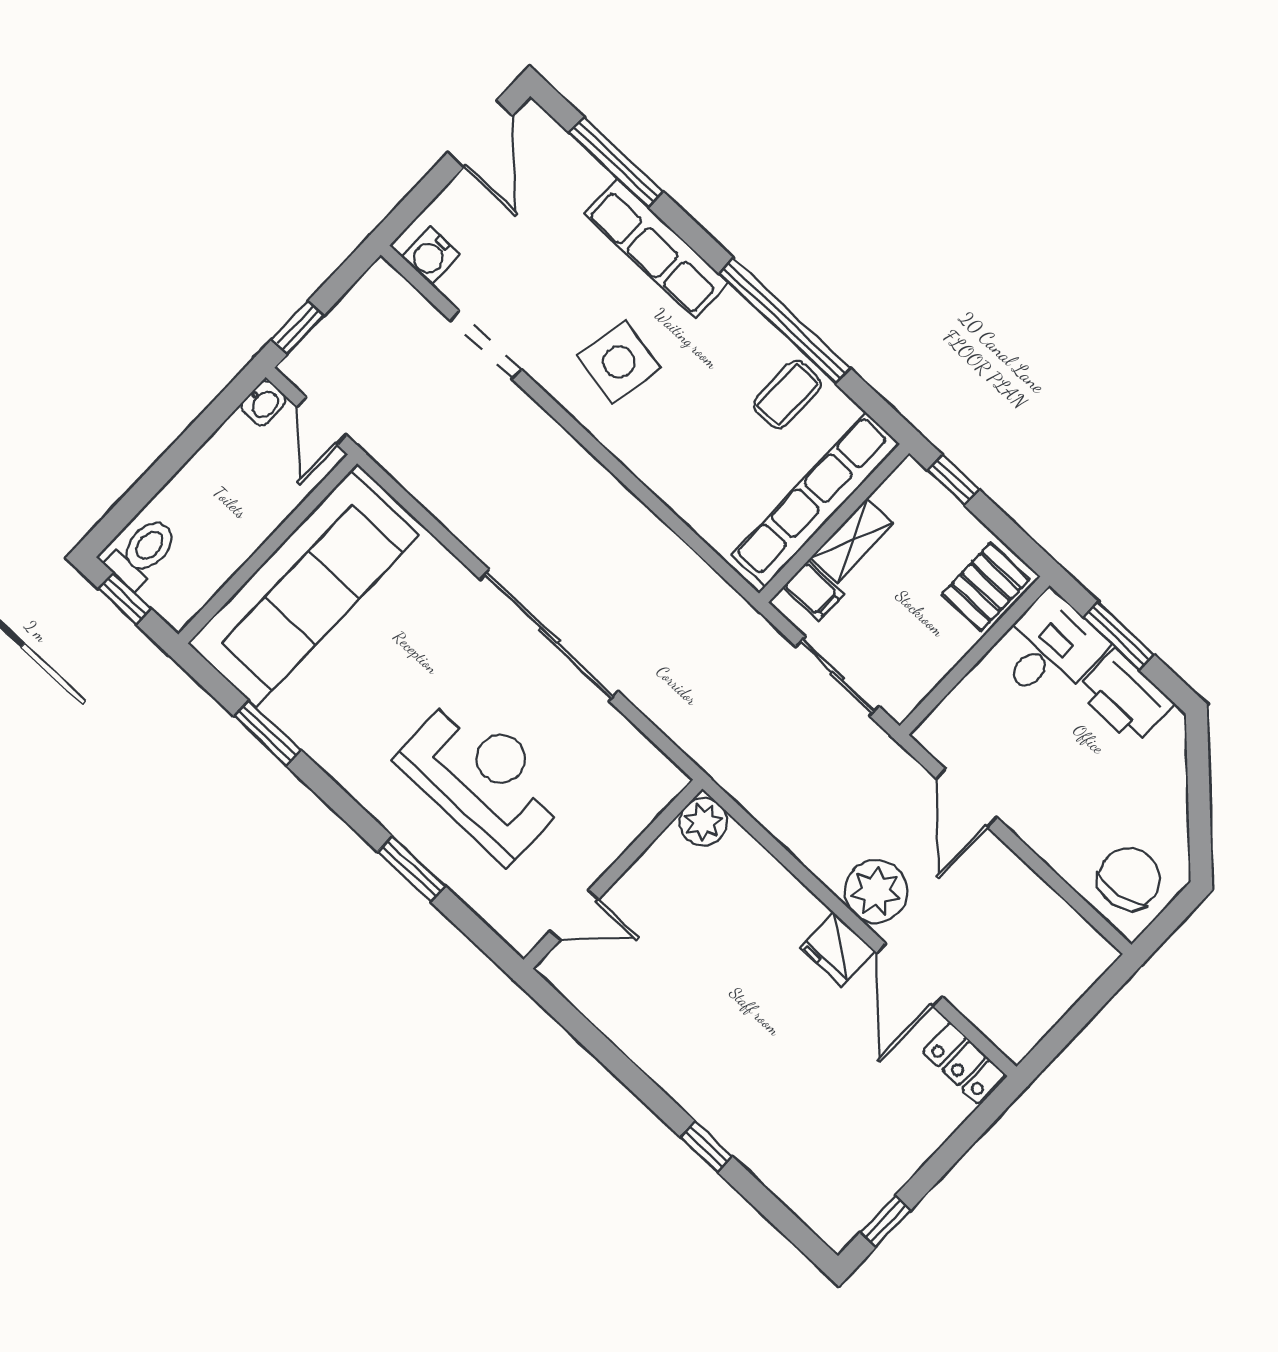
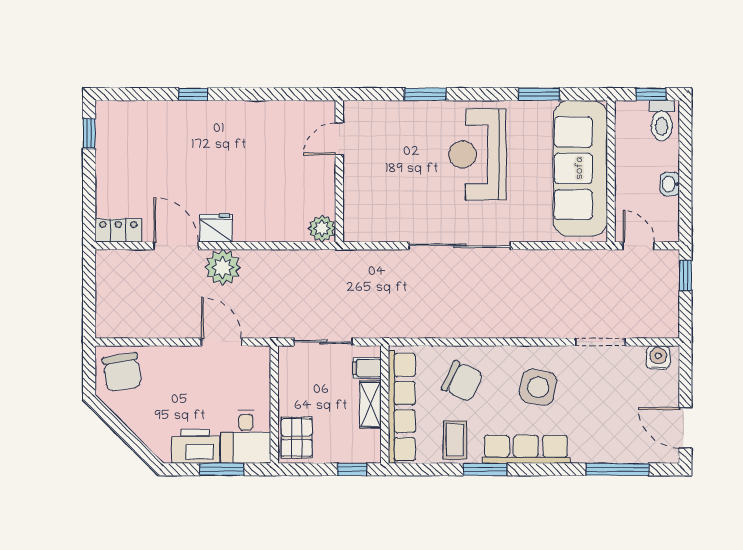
row of seats: (656, 248) -> (526, 449), moved
window: (784, 321) -> (485, 469), width x0.47
washbasin: (264, 403) -> (670, 184), moved
chair: (708, 460) -> (462, 381), added
reception desk: (483, 778) -> (477, 154), moved, turned 90

